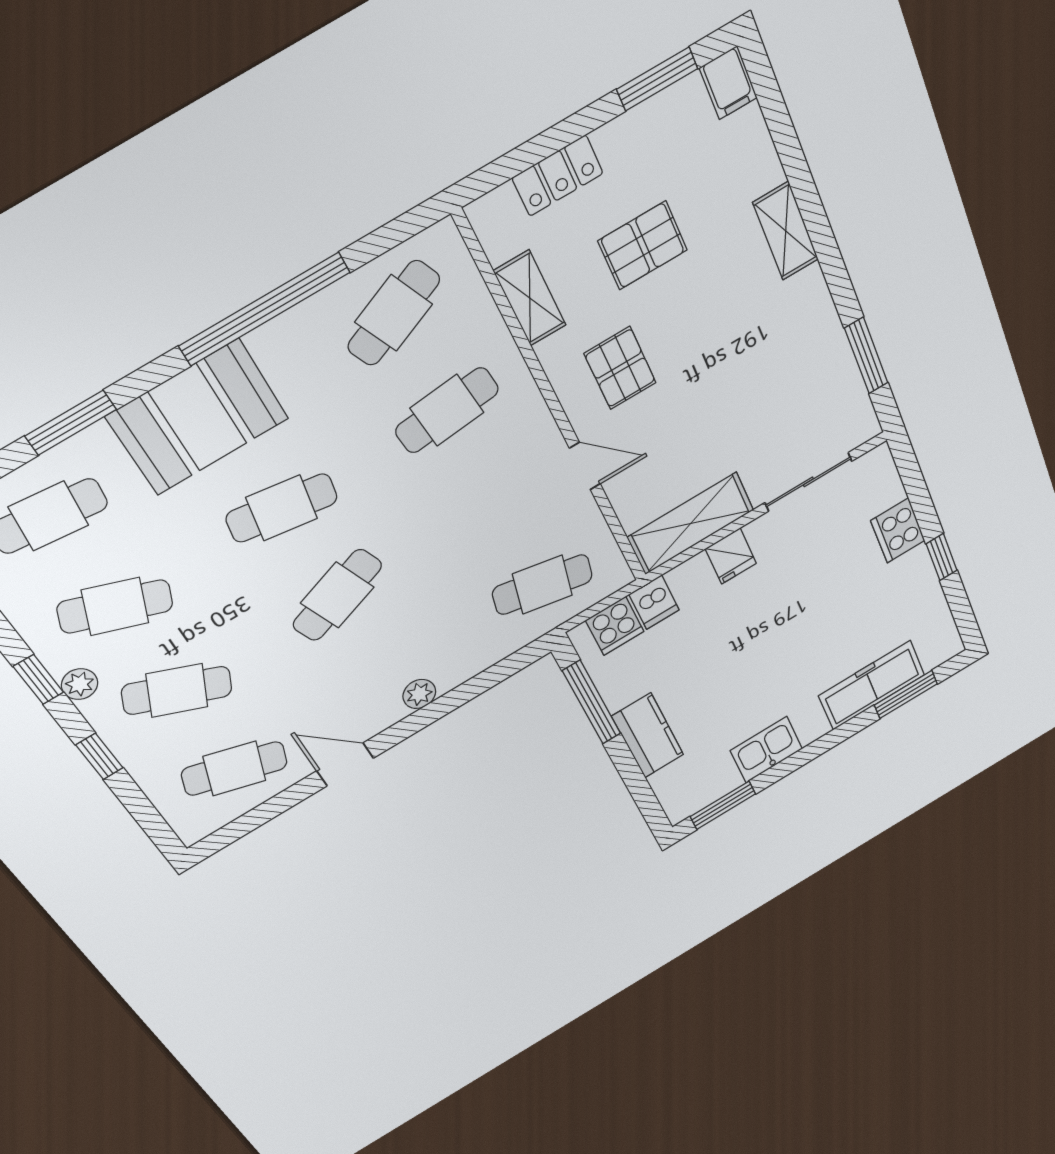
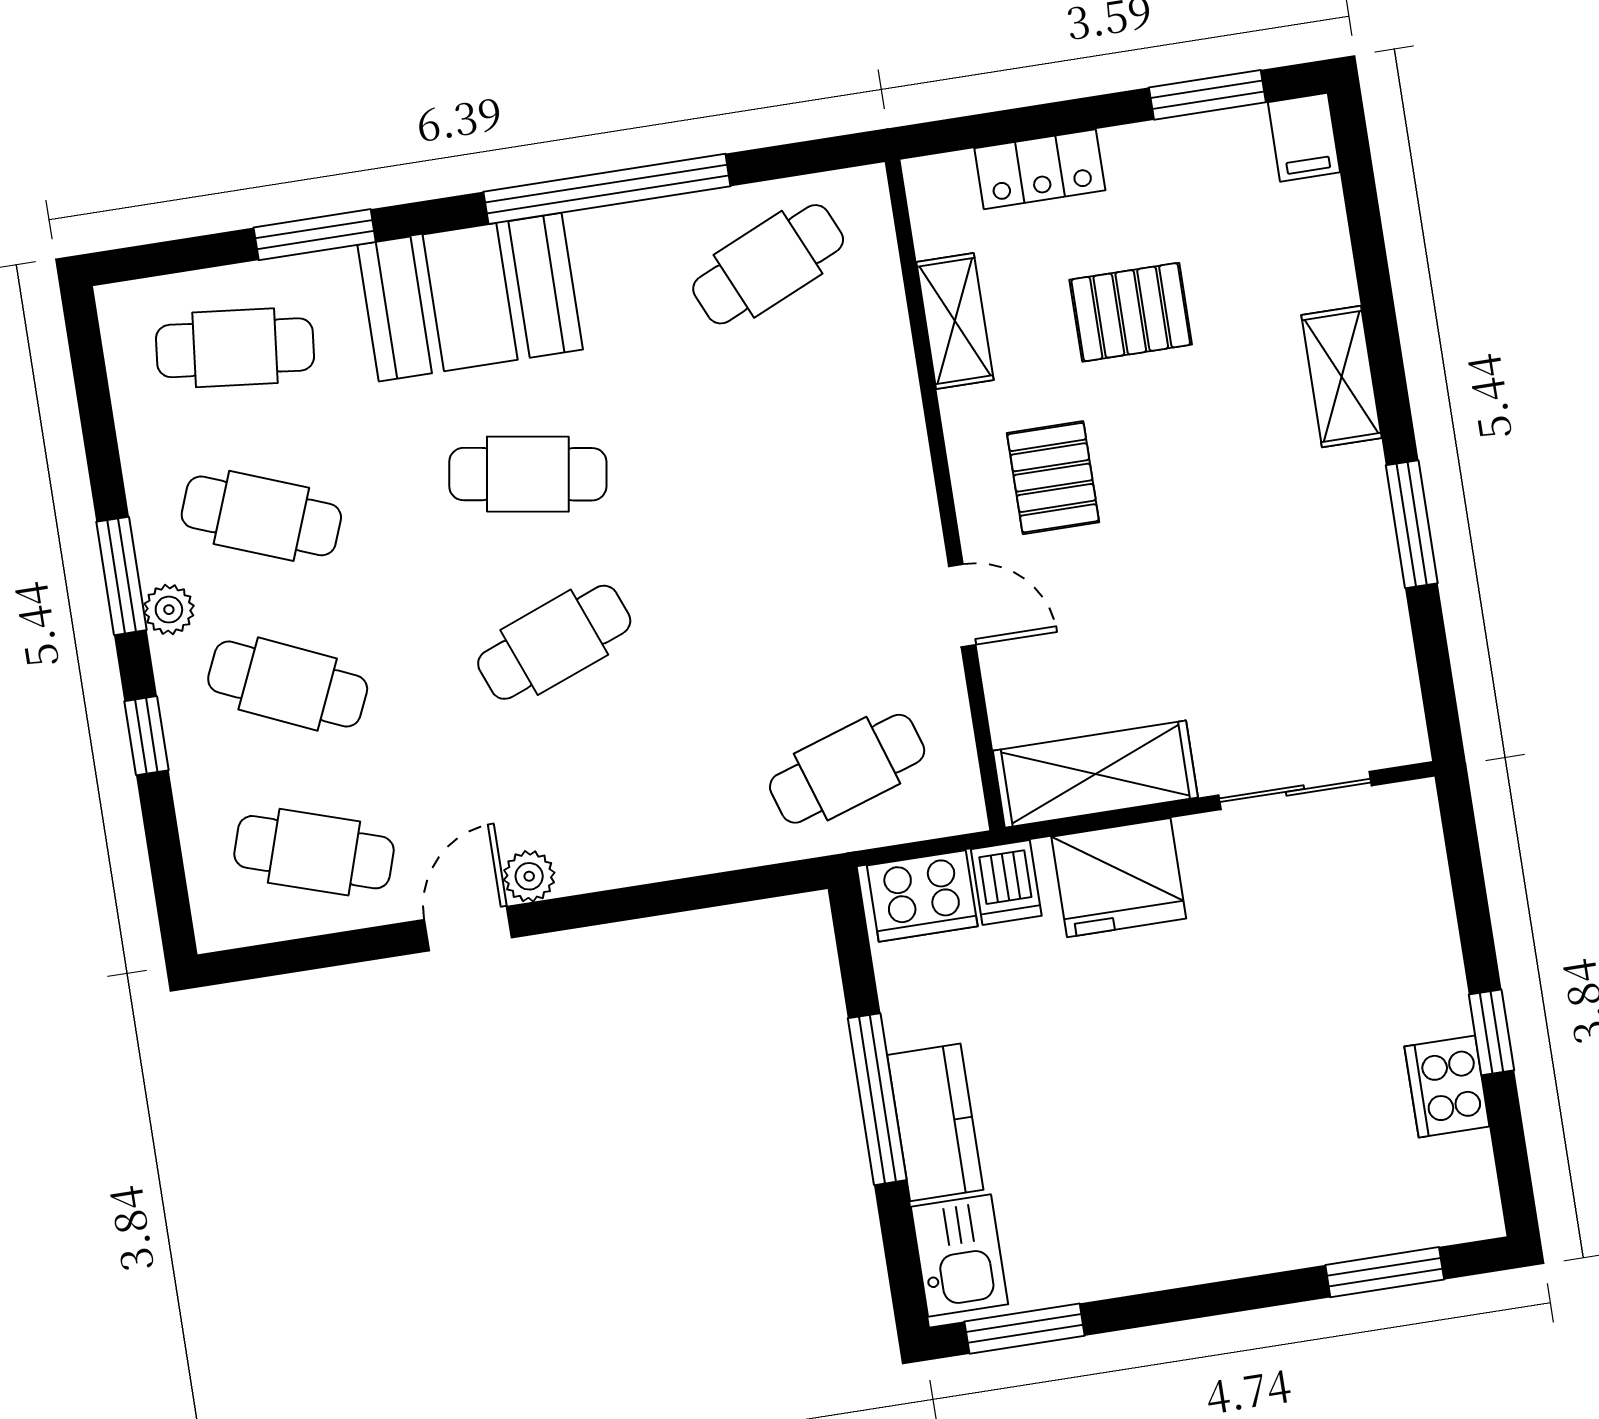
window: (866, 356) -> (1412, 524), moved
cafe table: (447, 410) -> (794, 432), removed
cooker: (898, 531) -> (1447, 1087), moved
fridge: (731, 556) -> (1119, 878), width x1.88, depth x1.34
cafe table: (542, 585) -> (847, 769), turned -30
cooker: (615, 626) -> (922, 896), width x1.36
window: (38, 679) -> (121, 576), width x1.50
freezer: (872, 685) -> (1328, 1222), removed
plant: (419, 694) -> (529, 876), moved
window: (592, 702) -> (877, 1099), moved
kitchen sink: (766, 750) -> (959, 1256), moved, turned 90
door: (345, 764) -> (468, 929), hinge flipped

